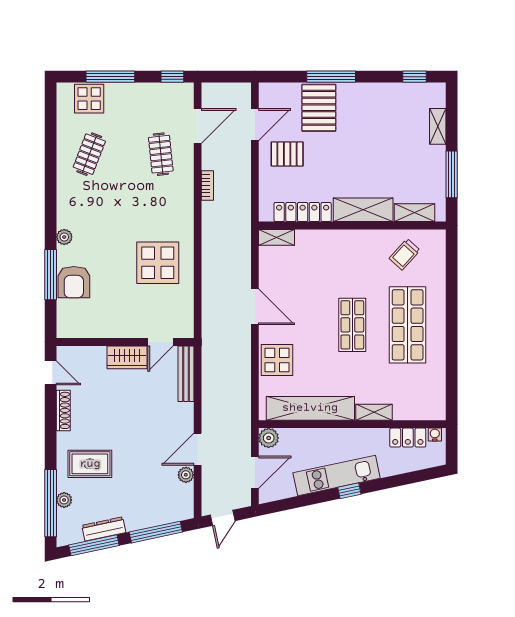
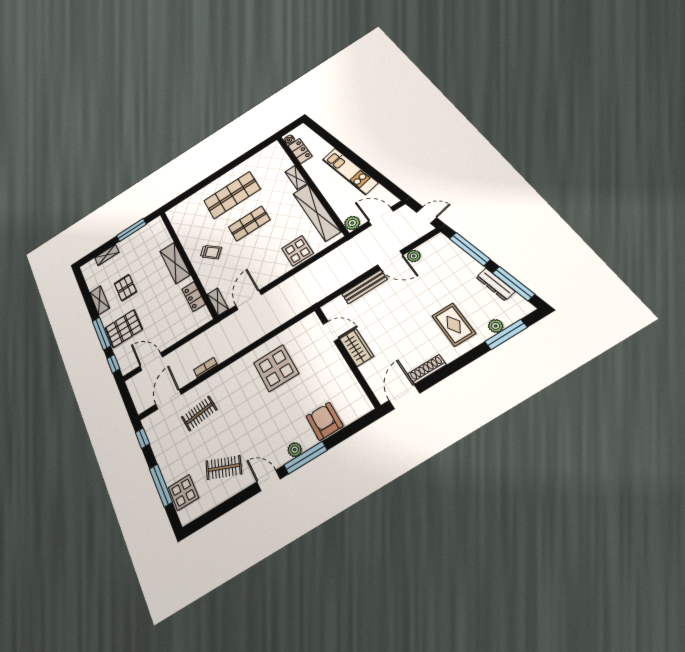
window: (415, 77) -> (113, 364), moved
door: (198, 126) -> (168, 399), hinge flipped
pallet: (287, 154) -> (125, 288), moved
door: (51, 195) -> (268, 480), added
locker: (303, 212) -> (194, 297), width x0.66
shelving: (415, 213) -> (100, 300), moved
trolley: (405, 254) -> (211, 252), moved
window: (51, 275) -> (305, 458), moved
armchair: (74, 282) -> (324, 421), turned -90
door: (255, 307) -> (249, 300), moved
door: (51, 373) -> (404, 397), width x1.38
bench: (186, 374) -> (365, 287), moved
window: (349, 491) -> (355, 158), removed
window: (51, 503) -> (506, 334), width x0.68

